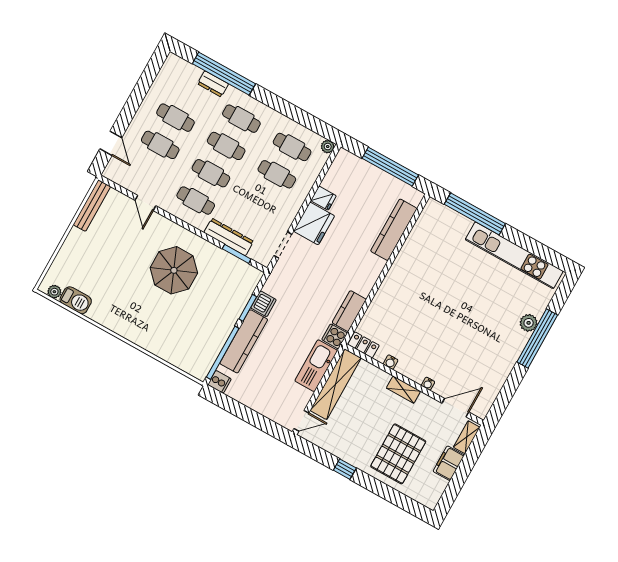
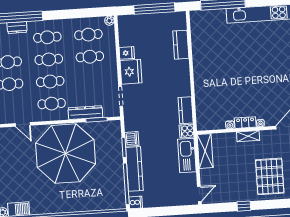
kitchen counter: (394, 230) -> (181, 45), width x0.67
parasol: (174, 270) -> (66, 154), width x1.86, depth x1.86
locker: (363, 345) -> (245, 123), moved
shelving: (336, 384) -> (205, 151), width x0.68

